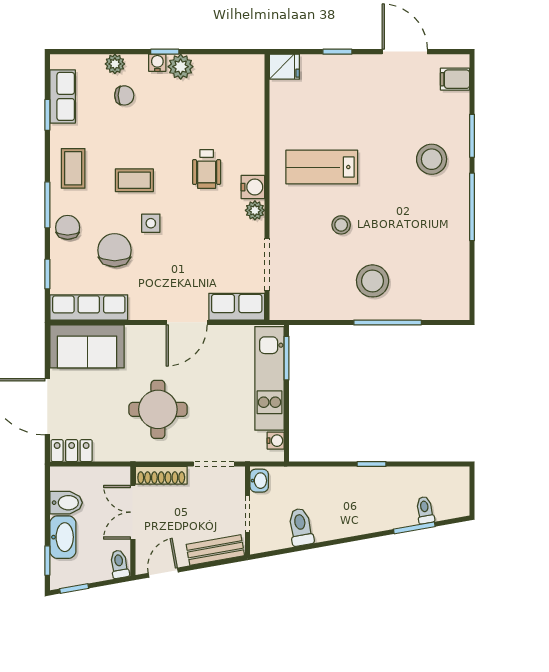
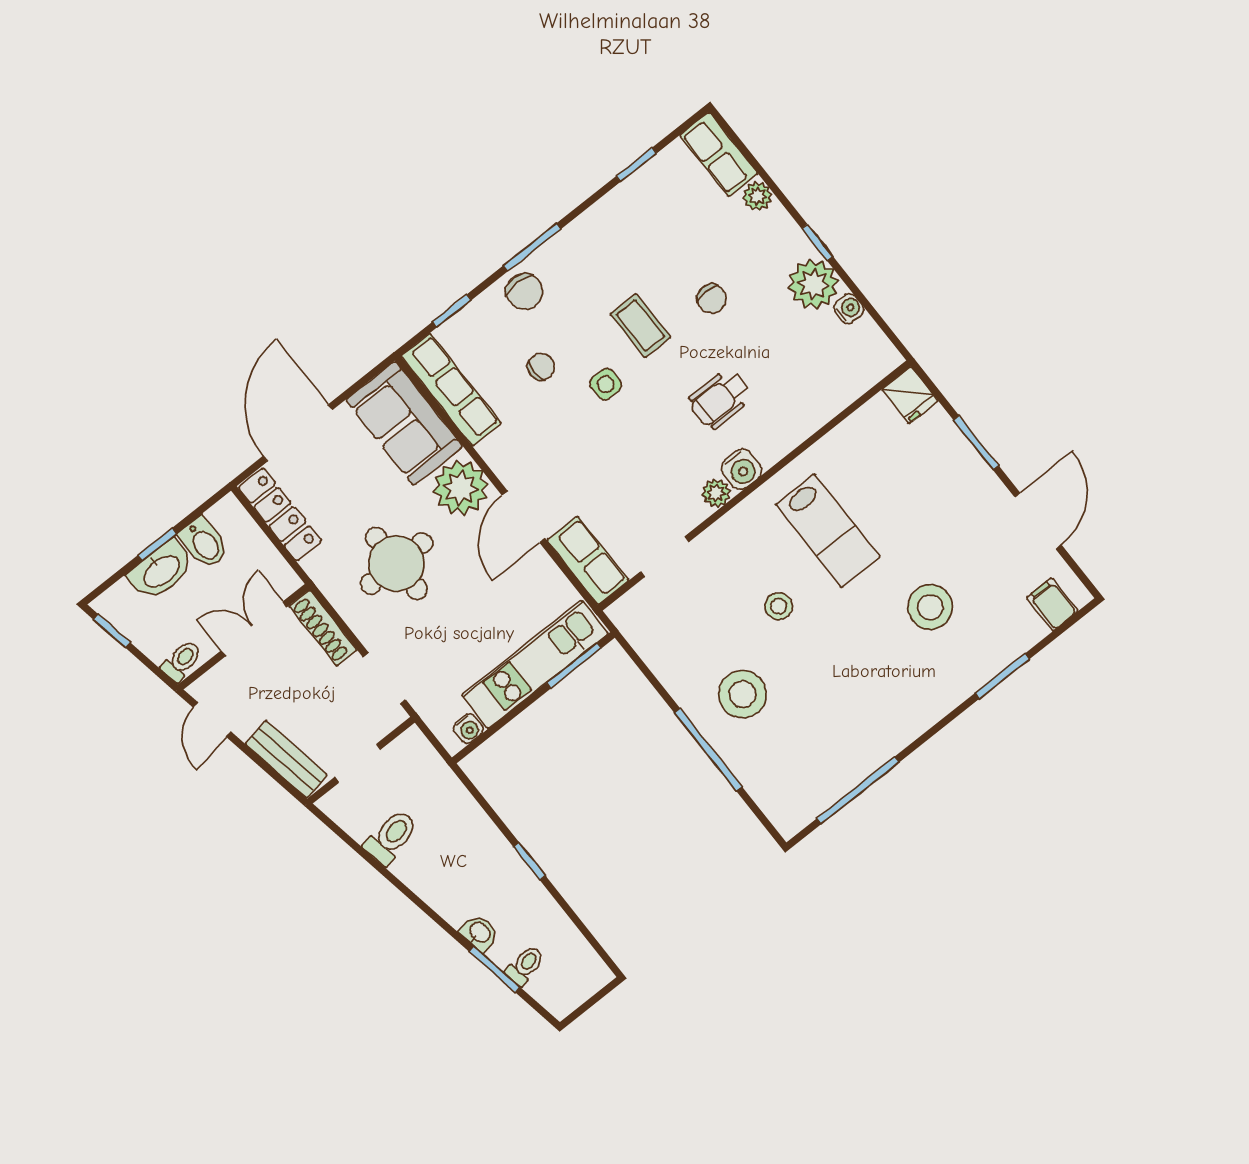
window: (337, 52) -> (976, 443), width x1.50
water cooler: (157, 63) -> (849, 309), moved
plant: (181, 67) -> (813, 284), width x1.36, depth x1.36
chair: (124, 95) -> (712, 299), moved
row of seats: (63, 96) -> (719, 154), moved, turned 90
stool: (432, 159) -> (930, 607), moved
lab bench: (322, 167) -> (828, 531), turned 180
coffee table: (73, 168) -> (598, 244), removed
window: (472, 207) -> (858, 790), moved
chair: (68, 227) -> (524, 291), turned 90
chair: (115, 250) -> (541, 367), width x0.54, depth x0.54
doorway: (267, 264) -> (665, 557), width x0.73
door: (187, 322) -> (524, 517), hinge flipped
plant: (145, 344) -> (461, 488), added
locker: (72, 451) -> (280, 514), width x1.53
washbasin: (259, 481) -> (479, 933), moved, turned -100
window: (47, 561) -> (157, 544), moved
door: (163, 573) -> (212, 720), swing flipped

